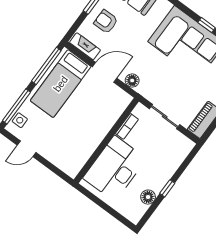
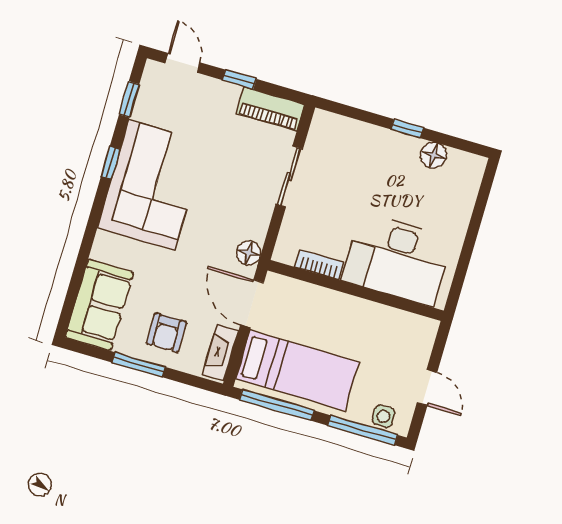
bookcase: (127, 126) -> (319, 265), moved
wall: (106, 141) -> (356, 290), moved
desk: (115, 169) -> (397, 259), moved

